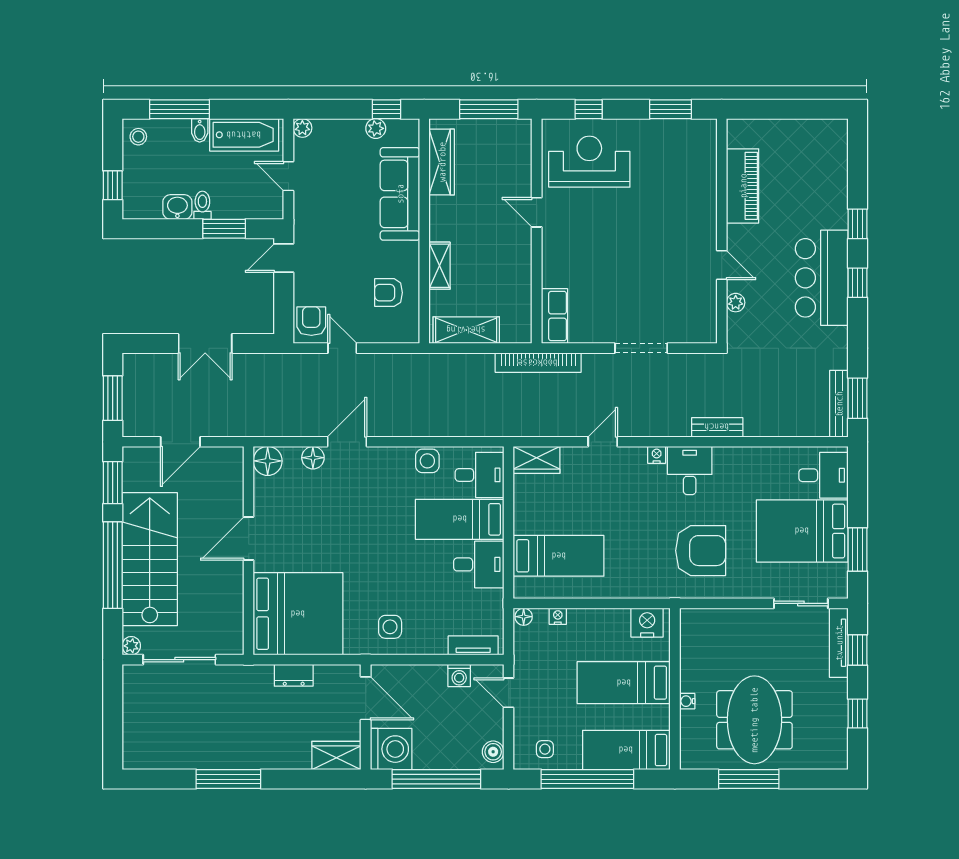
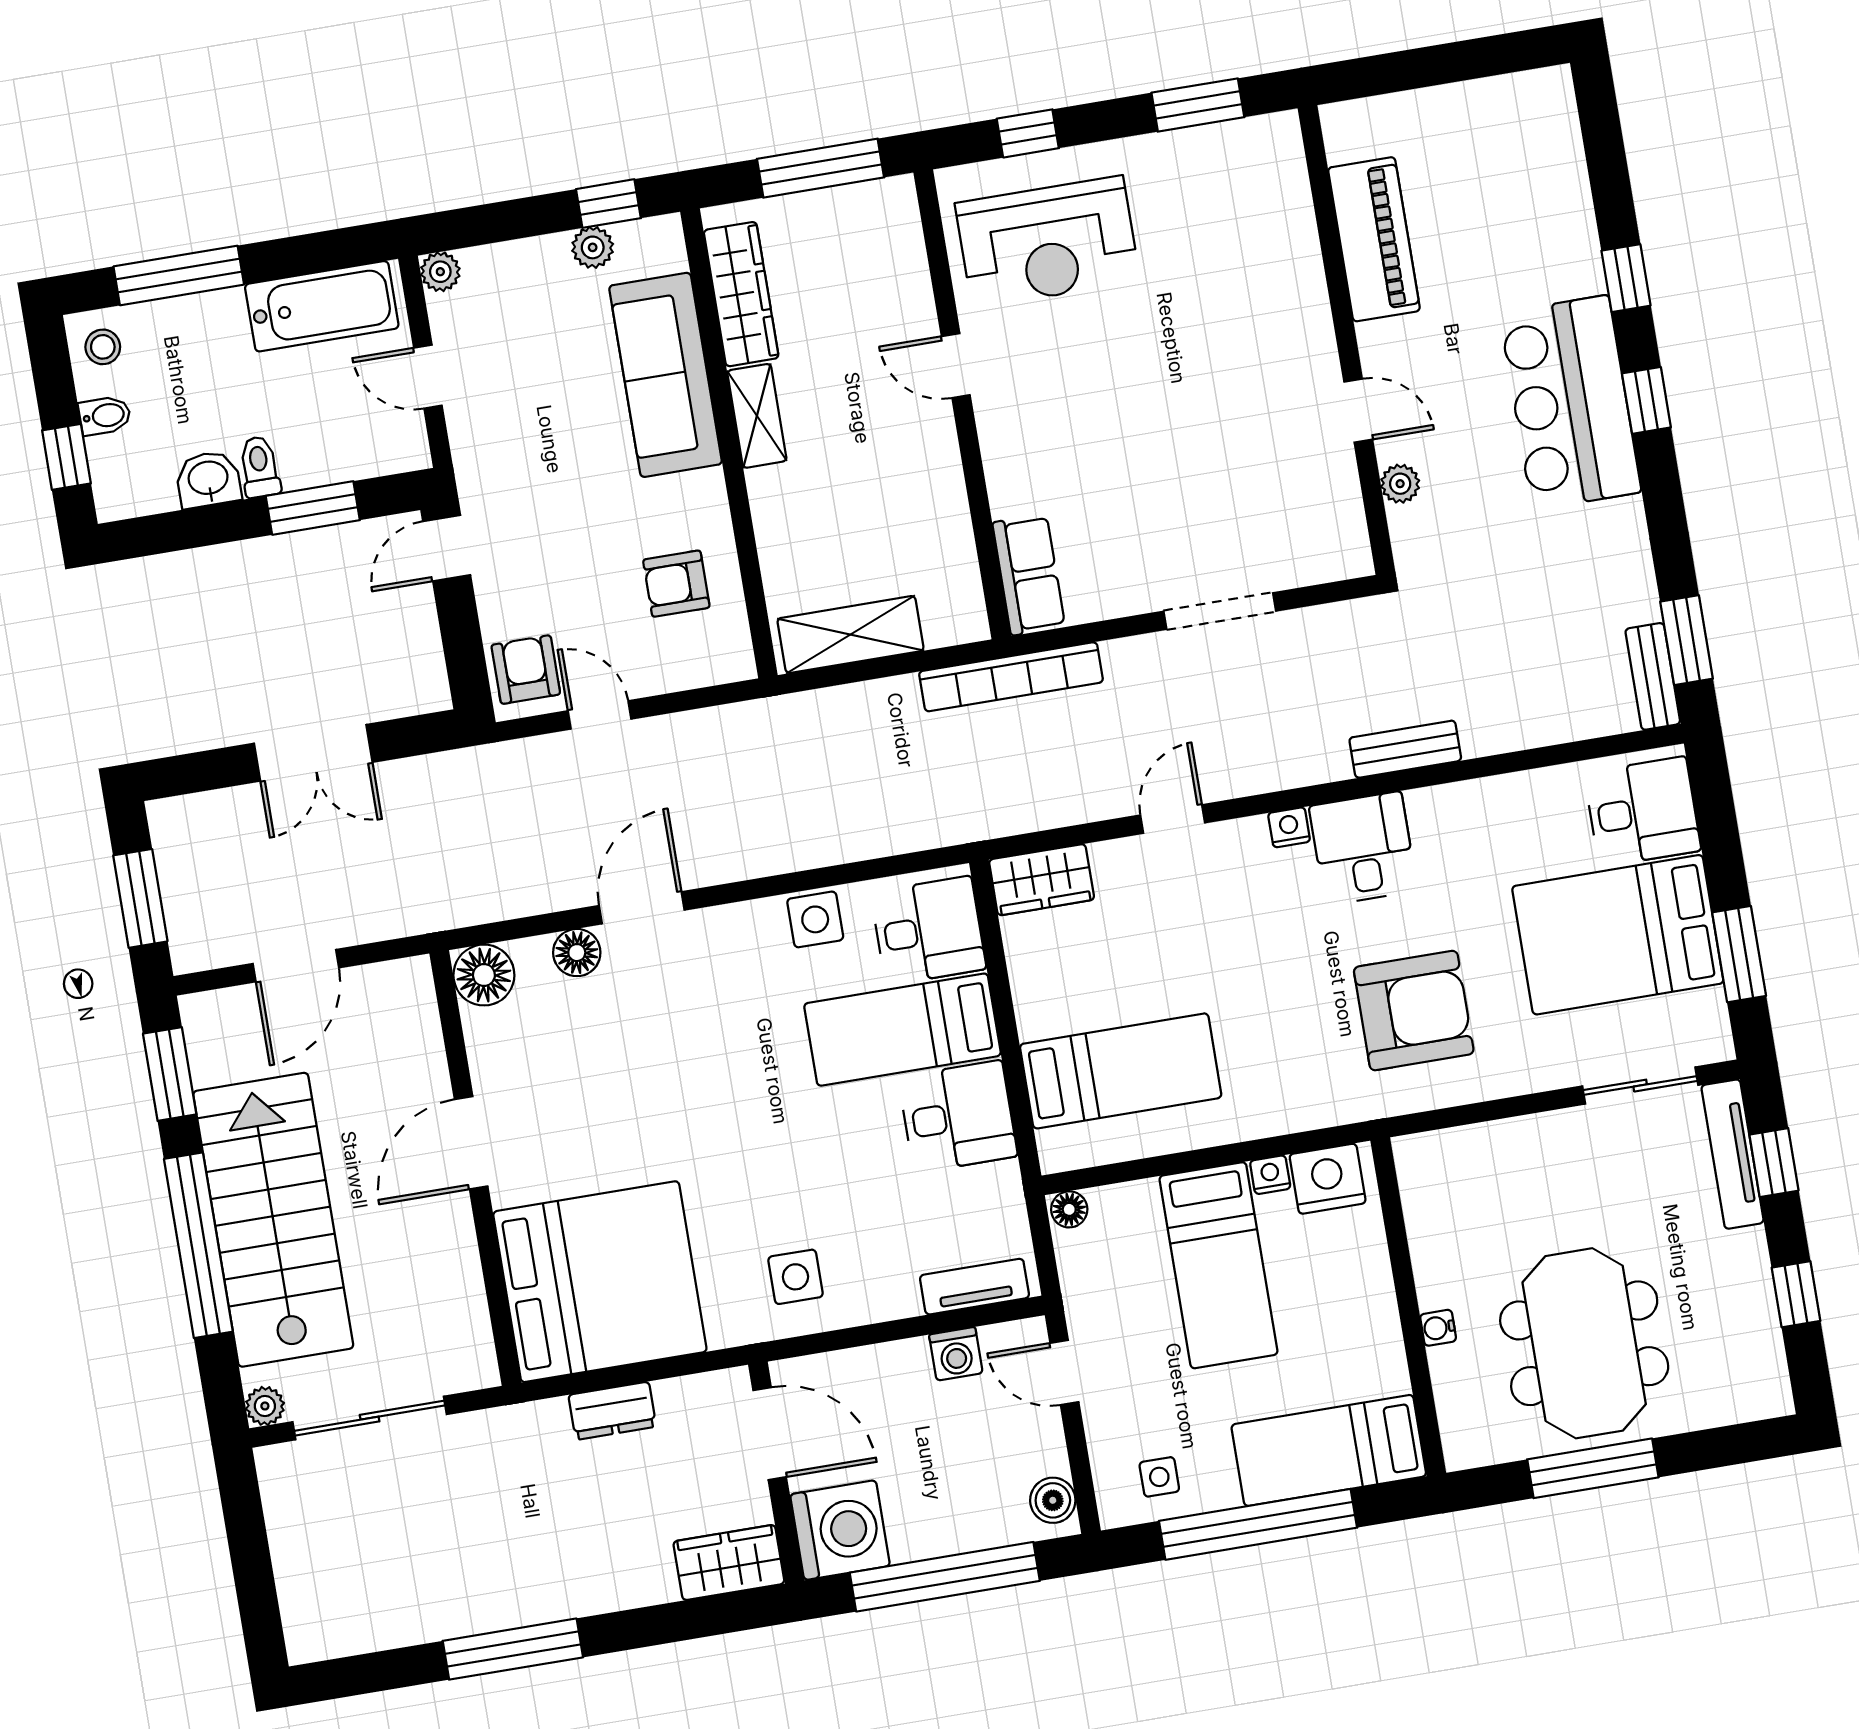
bidet: (200, 130) -> (105, 416), moved, turned -90
reception desk: (589, 162) -> (1048, 242), turned 180
shelving: (439, 266) -> (757, 416), moved
bench: (839, 404) -> (1653, 676), width x0.73
nightstand: (558, 616) -> (1270, 1175), moved
bed: (624, 683) -> (1218, 1265), moved, turned -90

